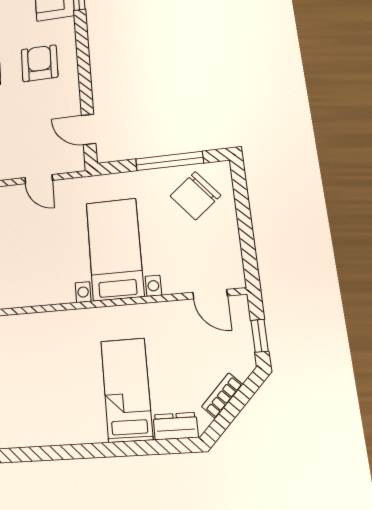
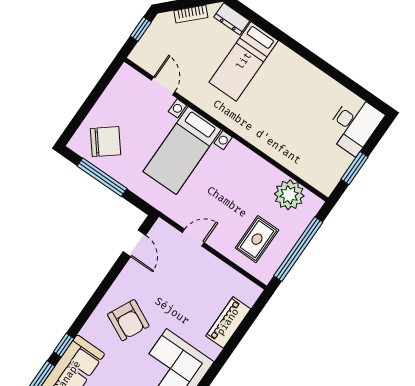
armchair: (40, 63) -> (128, 320), turned -64
door: (39, 179) -> (193, 238), hinge flipped
door: (210, 294) -> (163, 86), moved

